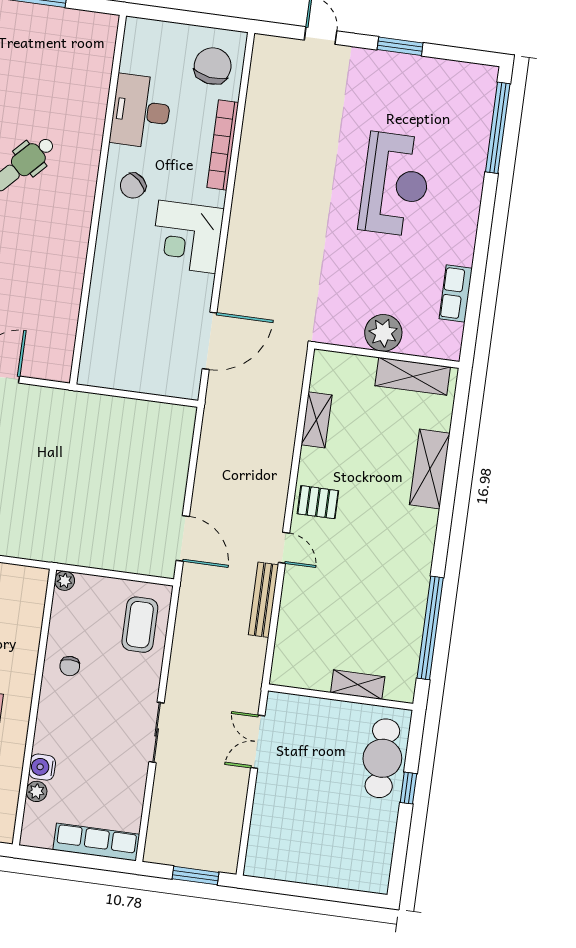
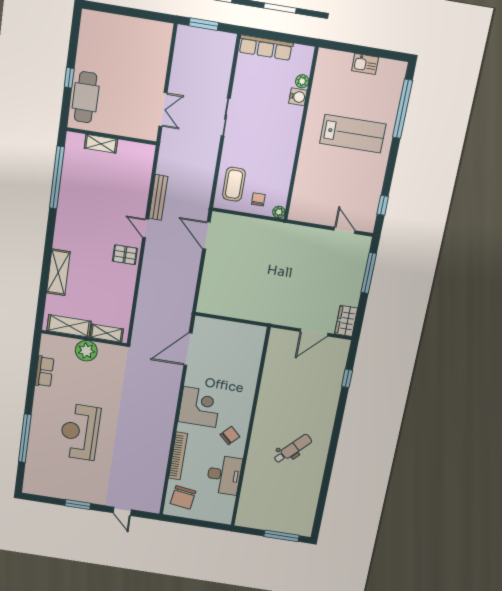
window: (498, 128) -> (25, 438), moved
shelving: (317, 420) -> (107, 333), moved, turned 90
chair: (70, 666) -> (258, 199), moved

